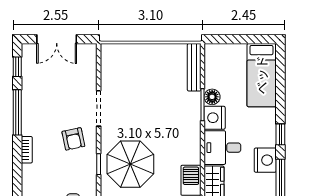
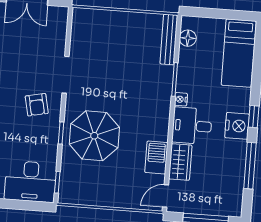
floor lamp: (212, 97) -> (188, 38), moved
nightstand: (215, 118) -> (181, 99), width x0.53, depth x0.56
nightstand: (265, 160) -> (237, 126), moved

